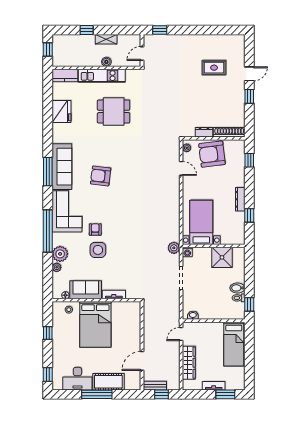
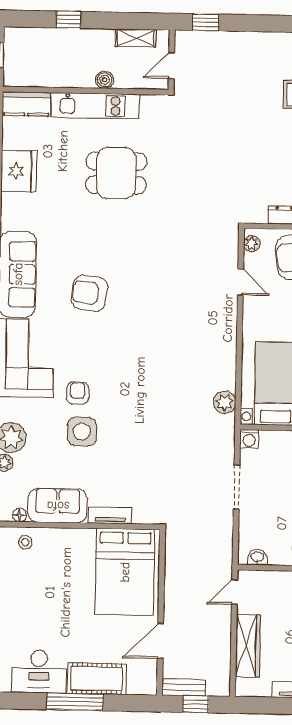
shelving: (106, 39) -> (136, 38), moved
plant: (174, 248) -> (225, 402), moved
bed: (95, 324) -> (125, 572), moved

